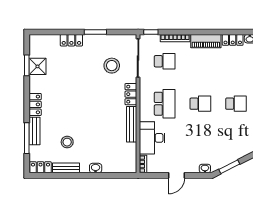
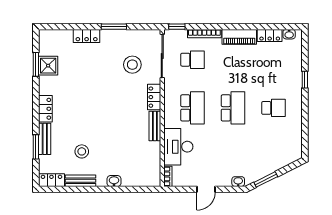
school desk: (200, 104) -> (233, 108), width x1.85
bench: (132, 124) -> (155, 126), width x0.73
window: (27, 138) -> (36, 147), width x0.69

